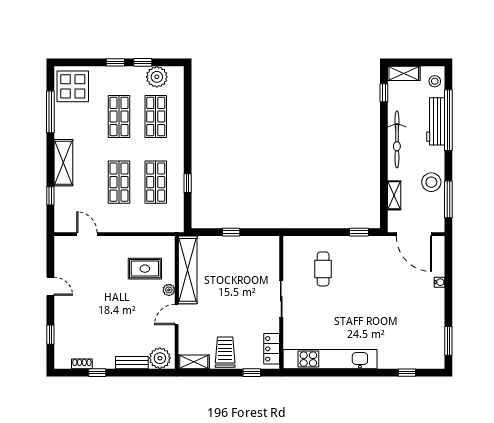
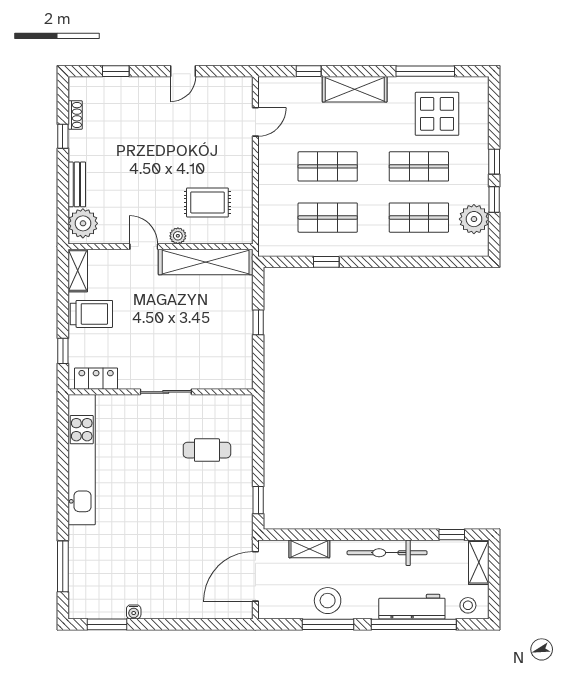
display table: (73, 86) -> (437, 114), moved
window: (448, 199) -> (328, 624), moved
rug: (145, 269) -> (207, 202), turned 90
water cooler: (439, 282) -> (134, 612), moved
window: (407, 373) -> (63, 566), width x2.17

